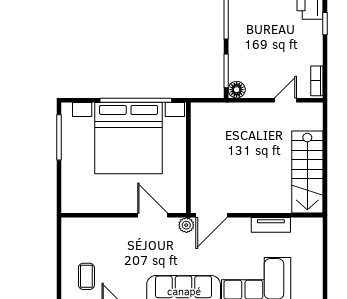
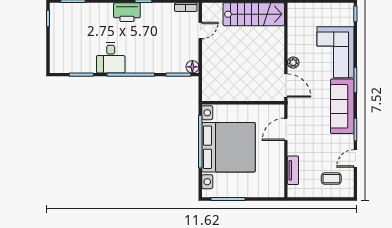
door: (285, 100) -> (200, 31), swing flipped
plant: (186, 225) -> (293, 63), moved
tv unit: (271, 225) -> (293, 170), moved

